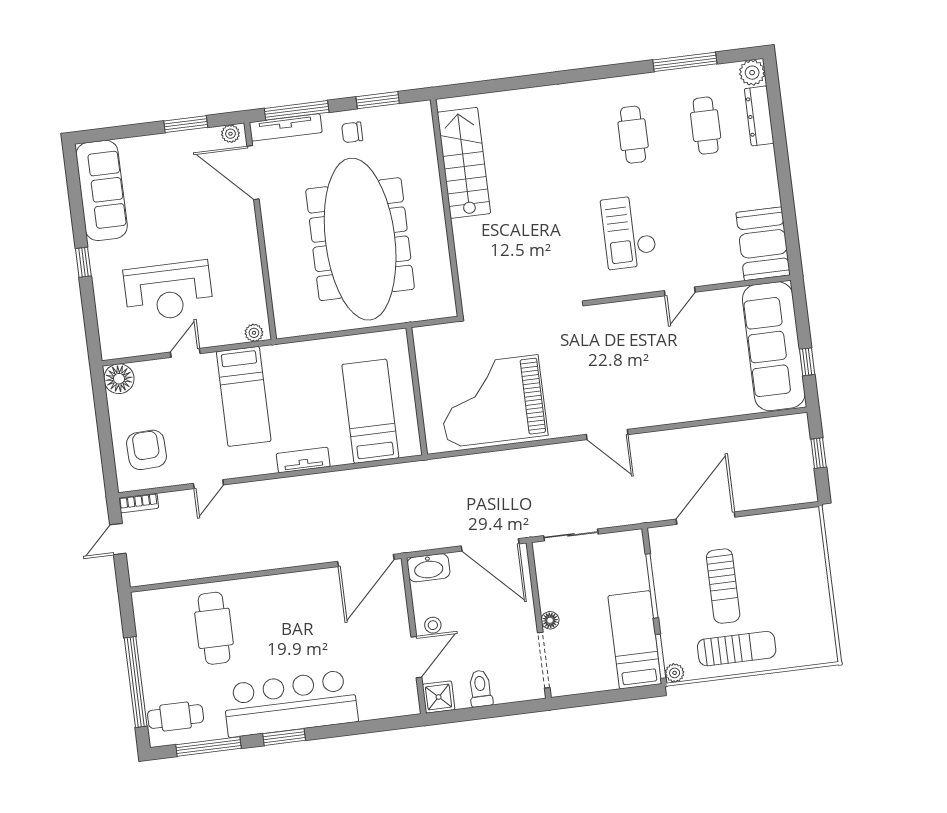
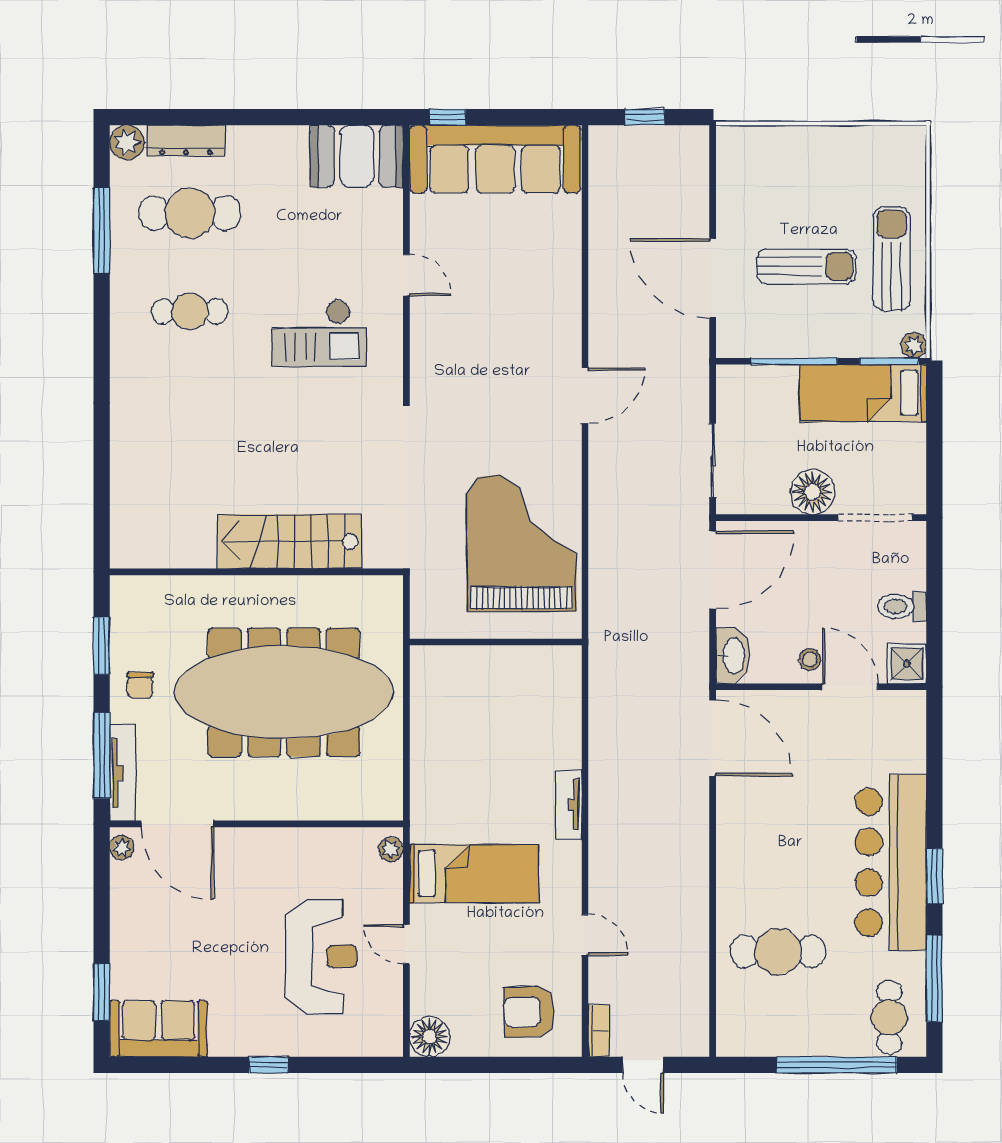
window: (186, 124) -> (102, 992), moved
cafe table: (706, 126) -> (190, 213), width x1.37, depth x1.35
stairs: (464, 163) -> (290, 541), moved
door: (253, 173) -> (177, 824), hinge flipped
sofa: (102, 190) -> (158, 1029), width x0.73
window: (807, 362) -> (448, 117), moved
grand piano: (492, 401) -> (521, 543), turned 180
bed: (370, 411) -> (515, 707), removed
floor lamp: (550, 620) -> (812, 492), width x1.89, depth x1.89

